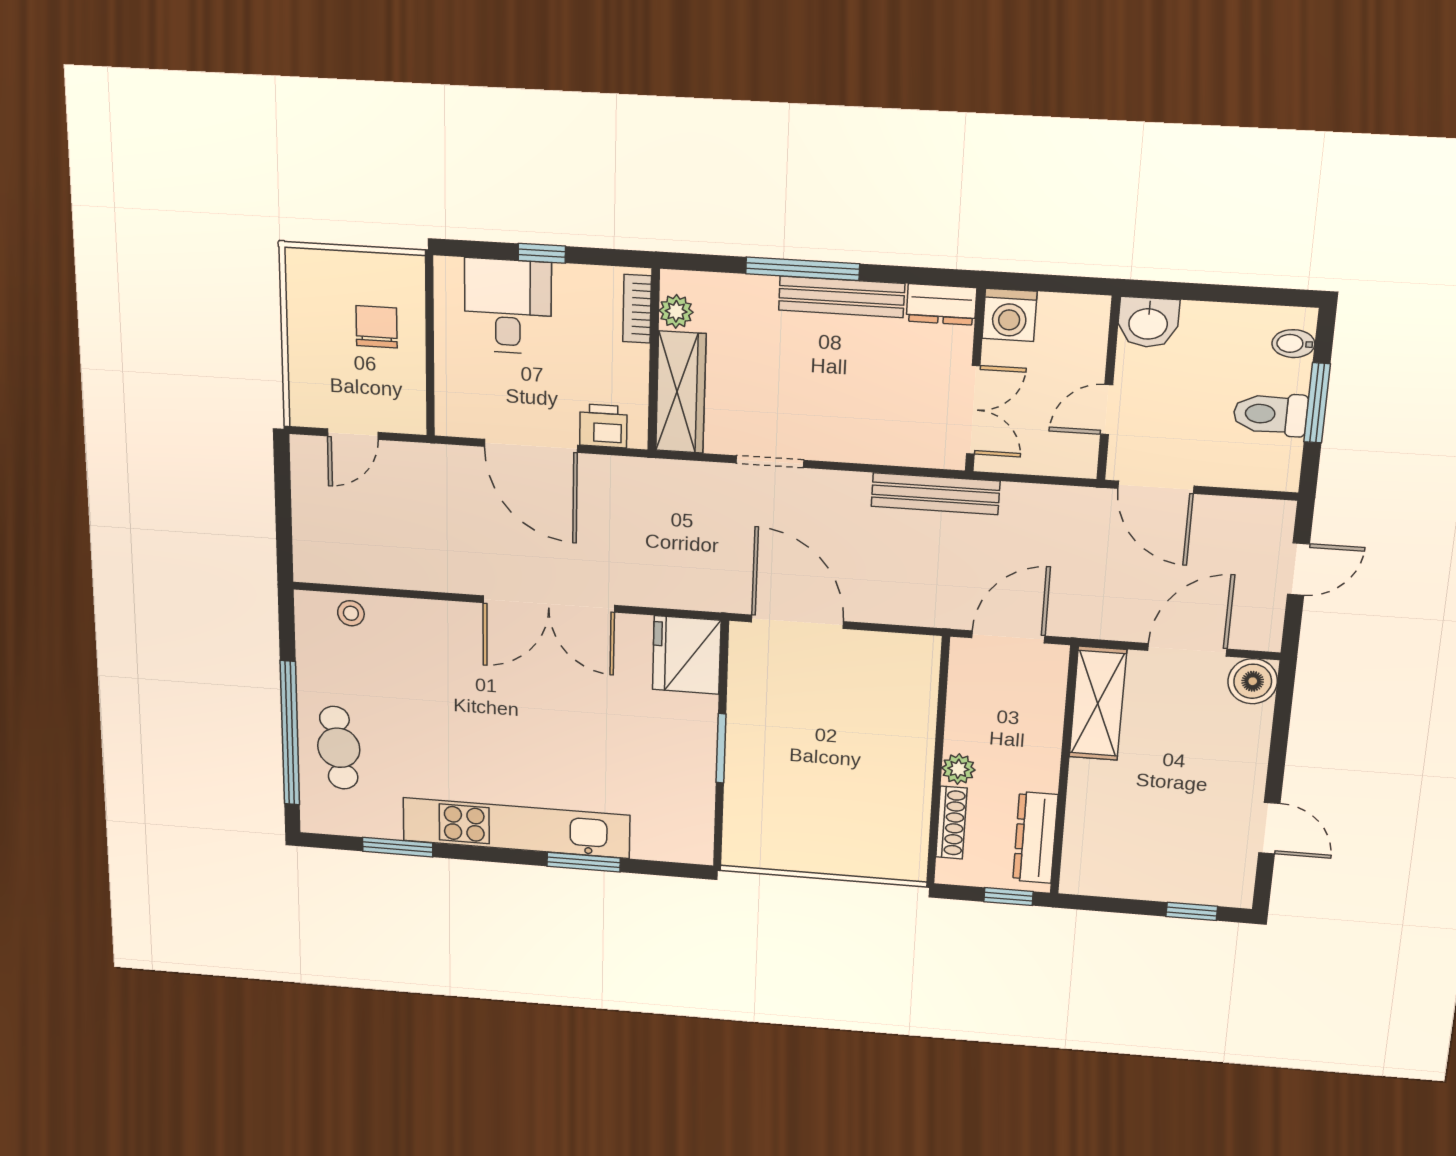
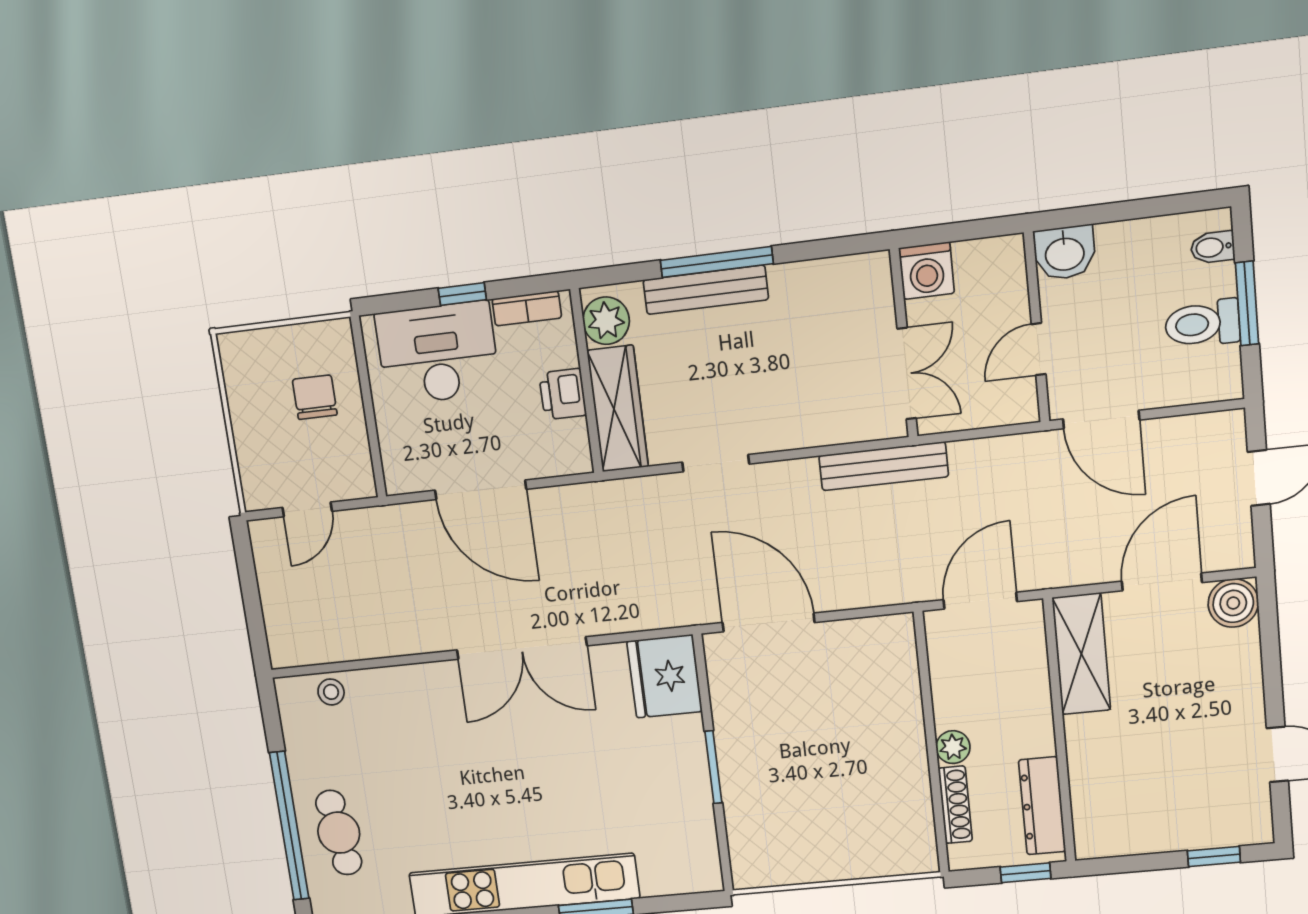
bench: (842, 297) -> (706, 290), moved
dresser: (941, 304) -> (858, 273), removed
desk: (508, 306) -> (438, 353), width x1.37
bookcase: (637, 309) -> (527, 308), moved, turned -90
plant: (676, 311) -> (606, 321), width x1.38, depth x1.38
printer: (603, 426) -> (563, 394), moved, turned -90

